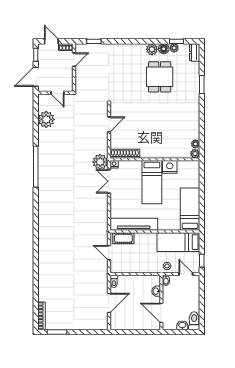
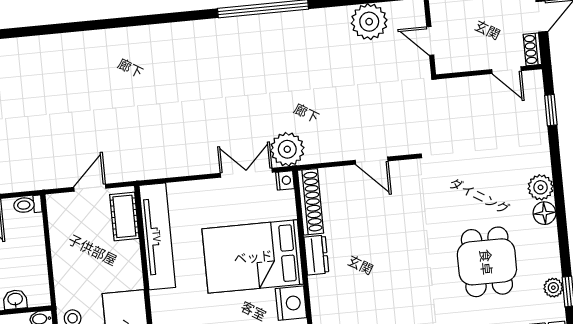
plant: (152, 49) -> (541, 187), moved
floor lamp: (164, 49) -> (544, 213), moved
dining table: (160, 77) -> (487, 262), turned 90
door: (57, 93) -> (430, 41), hinge flipped
dresser: (149, 153) -> (316, 255), added
bed: (152, 182) -> (253, 256), width x1.50

